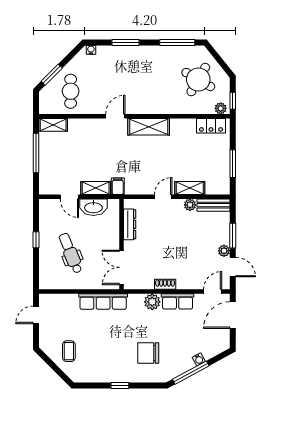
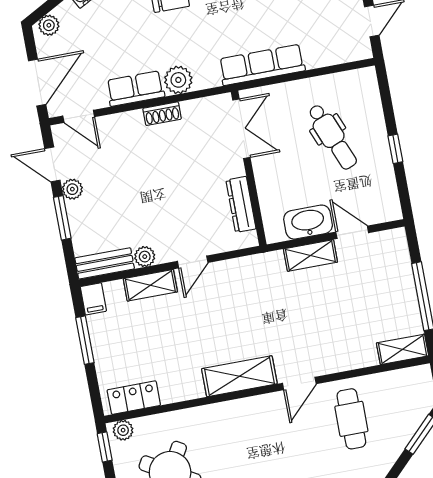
cafe table: (71, 91) -> (351, 419), moved
filing cabinet: (118, 186) -> (93, 299), moved
door: (213, 292) -> (79, 116), hinge flipped
plant: (220, 347) -> (49, 25), added

